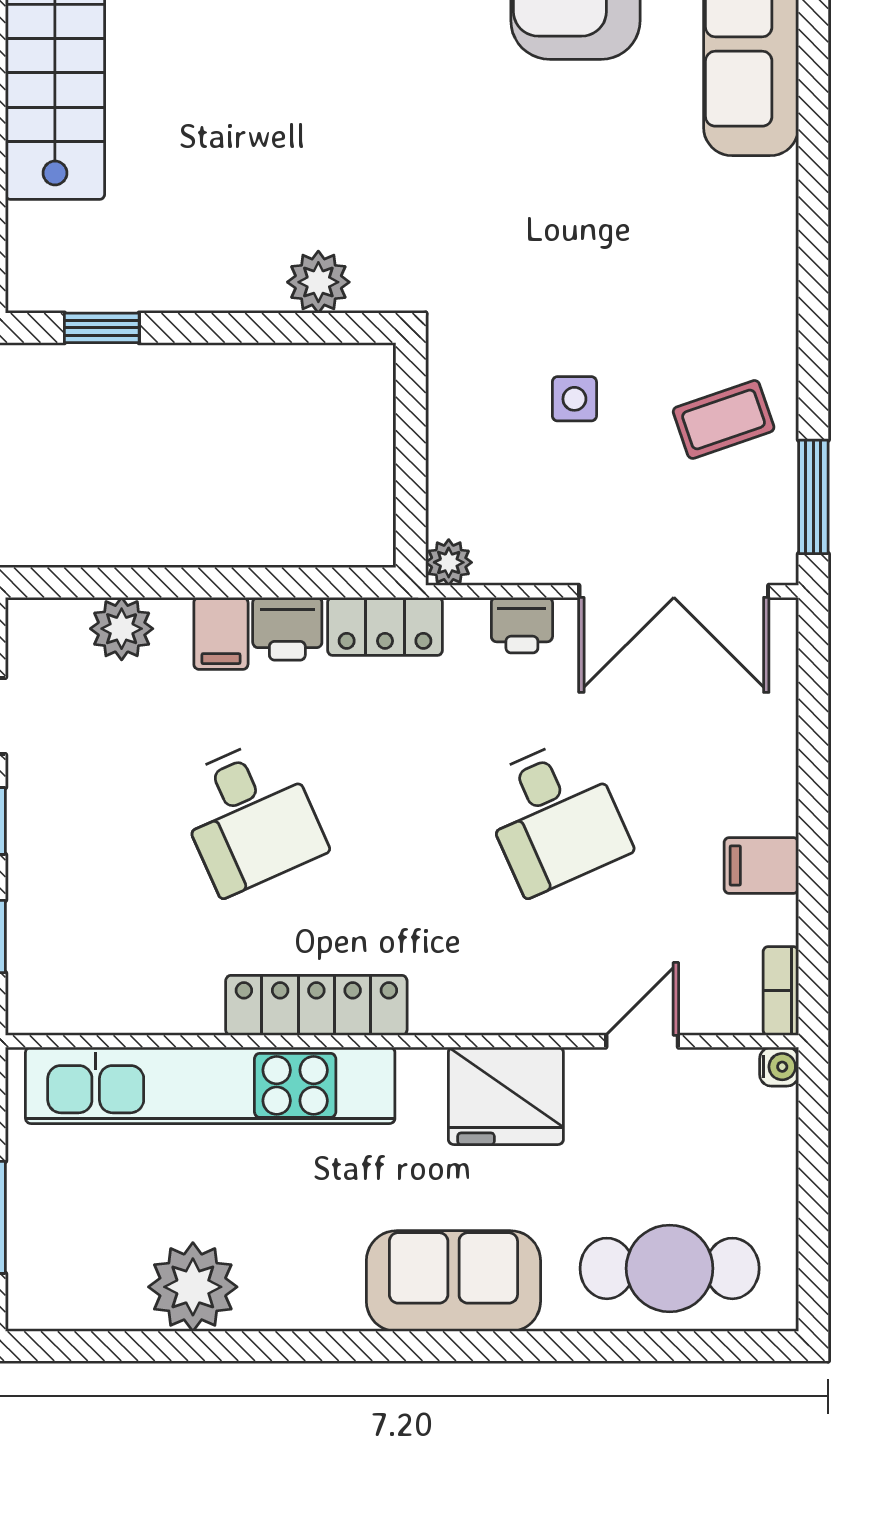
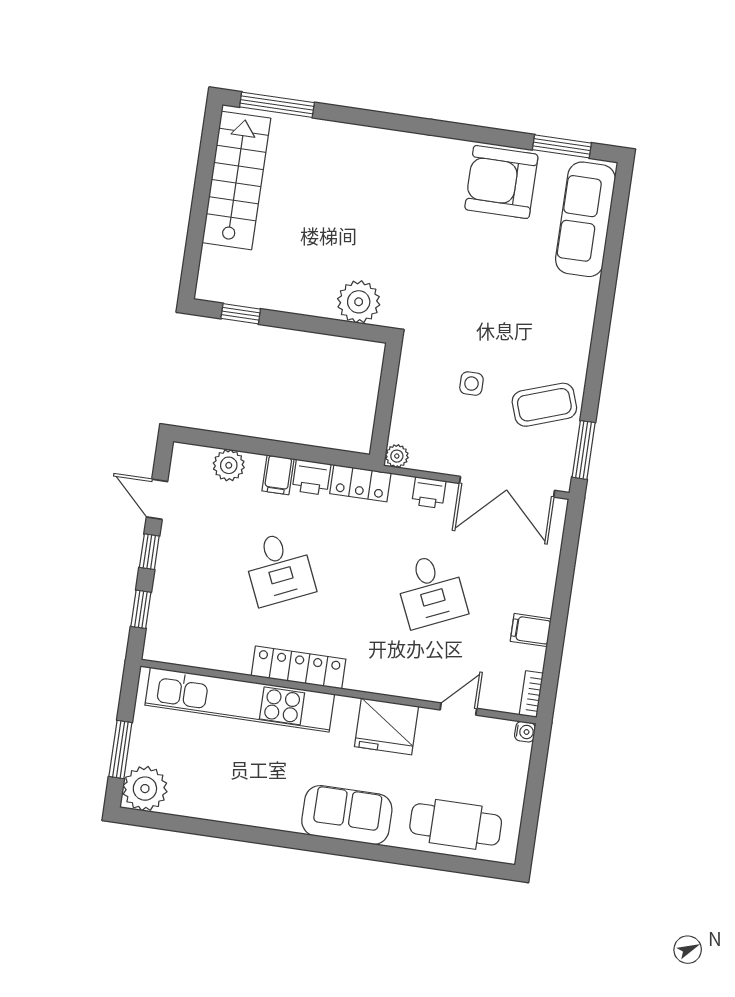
plant: (318, 282) -> (359, 302), width x1.36, depth x1.36
coffee table: (724, 419) -> (544, 405), width x1.36, depth x1.30
plant: (193, 1287) -> (145, 789), moved

